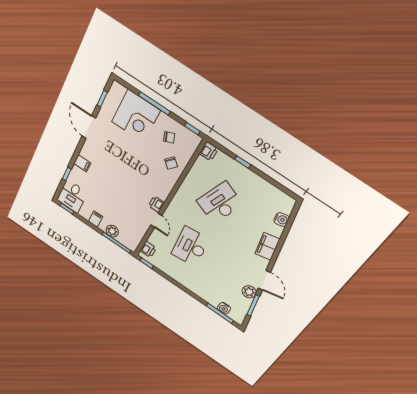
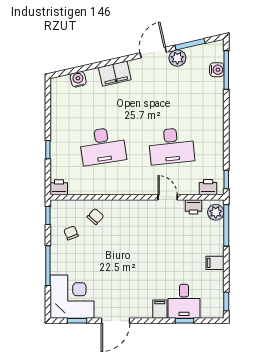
corner desk: (136, 116) -> (72, 297), moved
desk: (72, 196) -> (184, 301), moved, turned 90
desk: (220, 203) -> (103, 146), turned -30
printer: (156, 204) -> (194, 207), moved
door: (156, 220) -> (168, 197), hinge flipped
plant: (112, 231) -> (216, 212), moved

